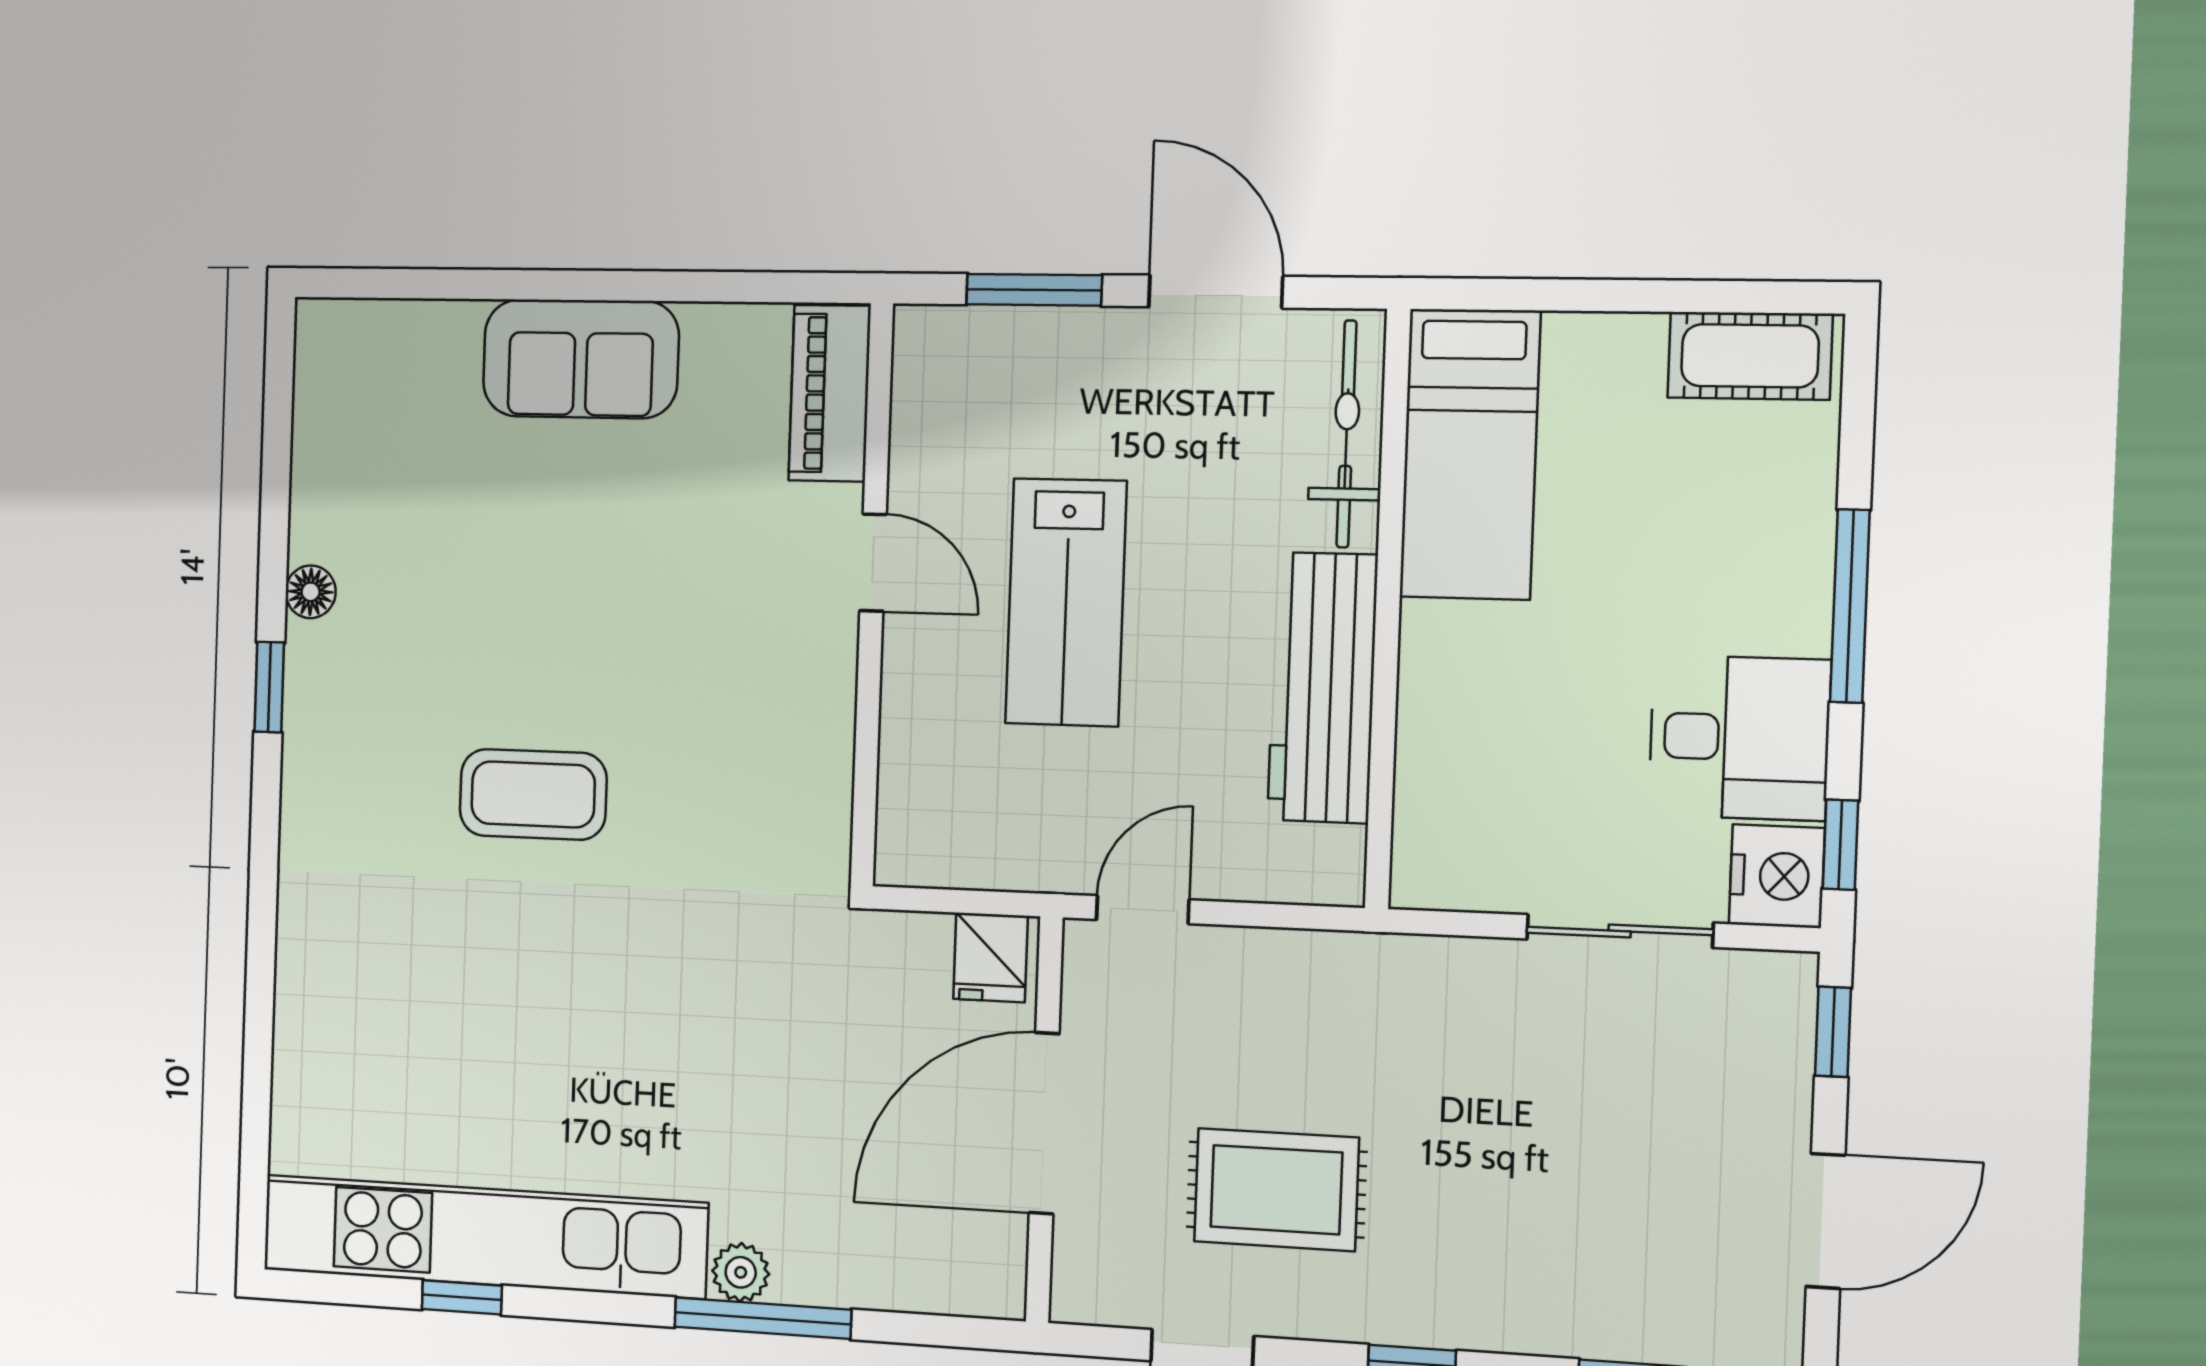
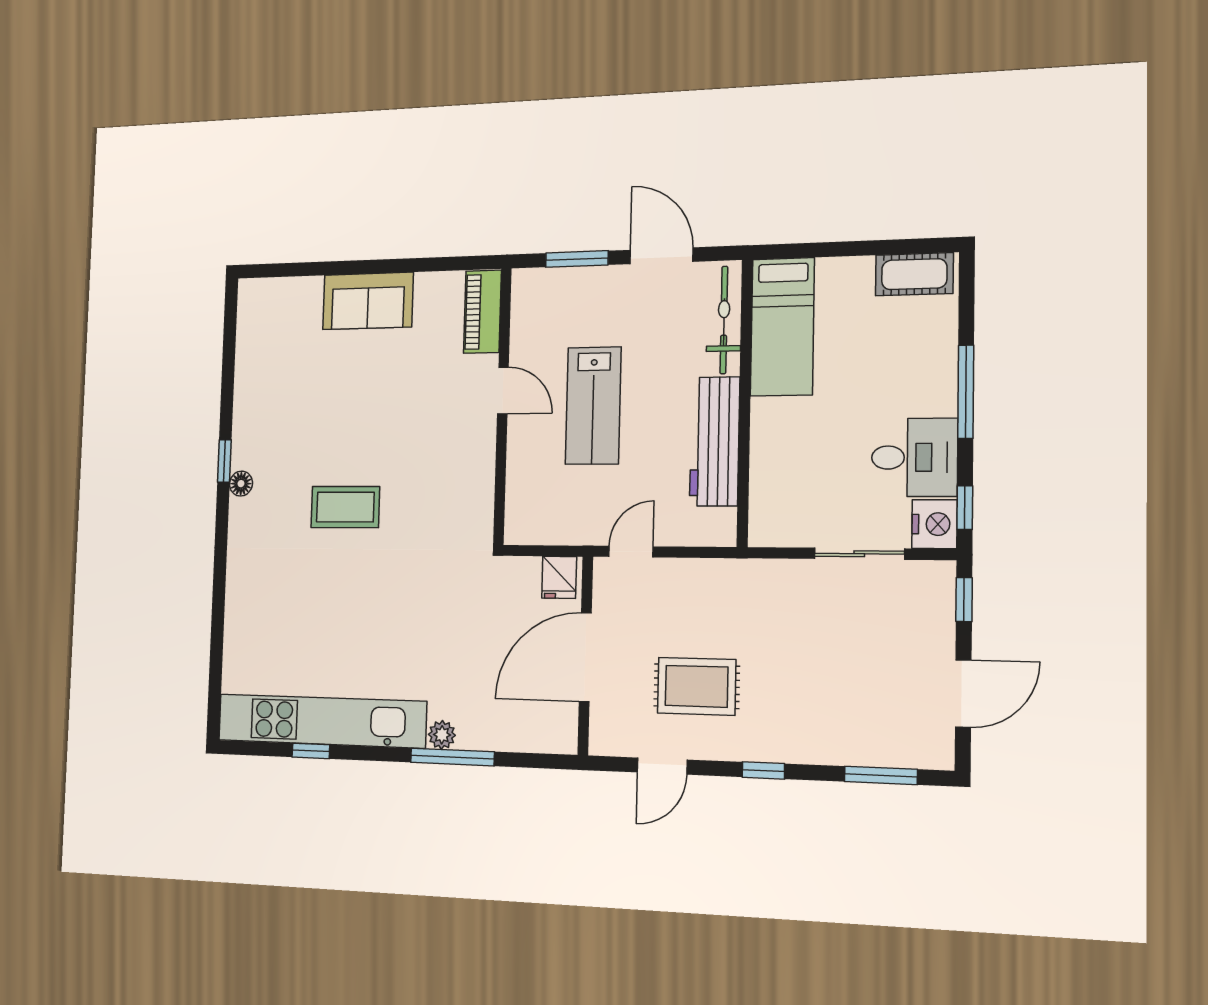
floor lamp: (311, 592) -> (241, 484), moved

